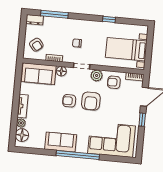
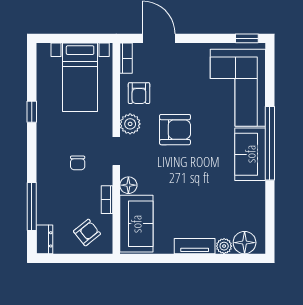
armchair: (69, 101) -> (178, 167), removed
window: (142, 120) -> (247, 38), moved
sofa: (61, 142) -> (250, 154), moved

